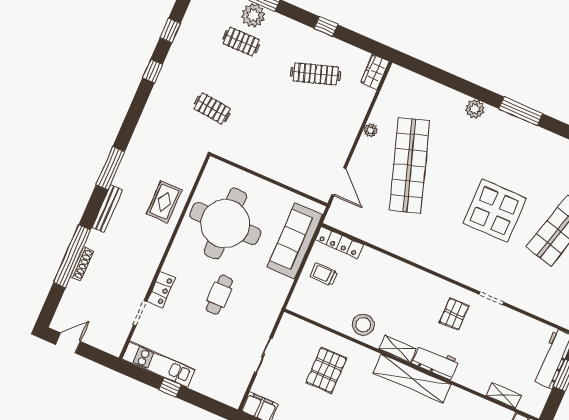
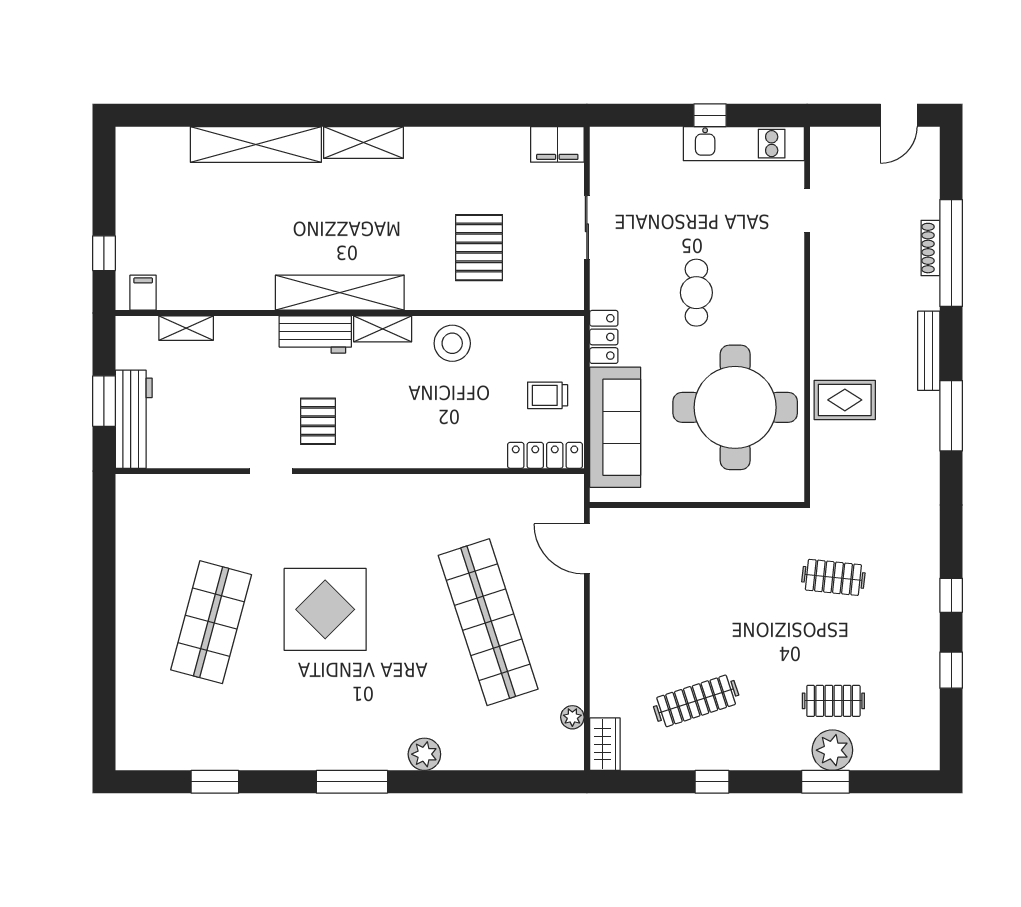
plant: (371, 130) -> (572, 717), moved
rug: (164, 202) -> (845, 400), turned 90
trolley: (324, 274) -> (548, 395), turned 180
locker: (161, 290) -> (604, 337), moved, turned 180

